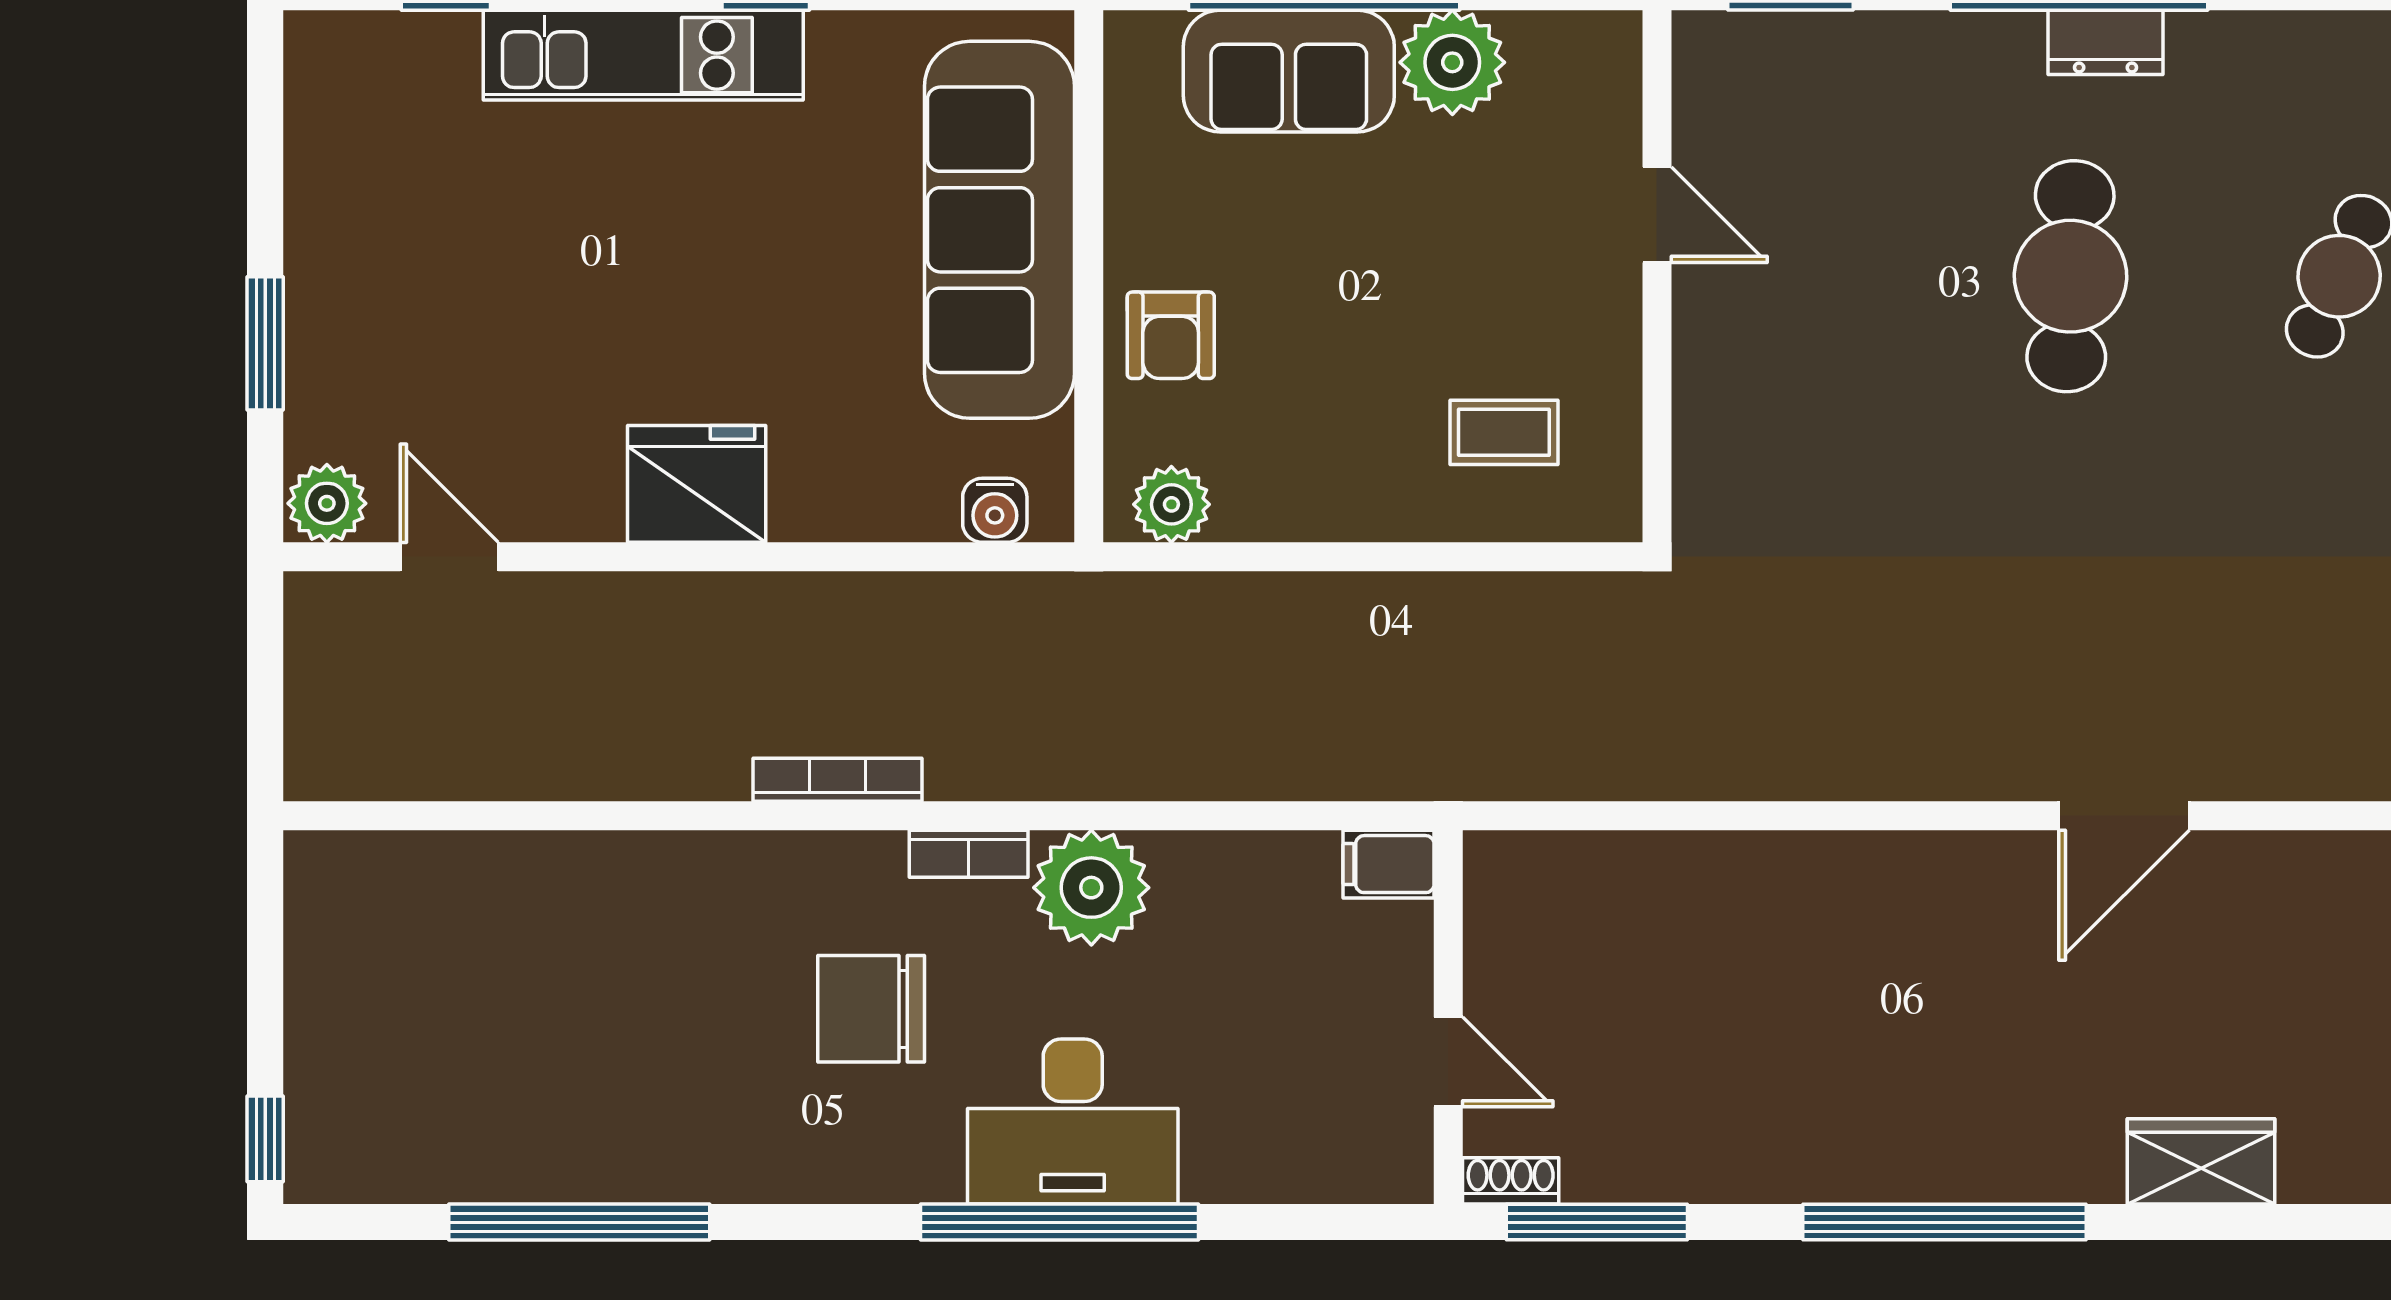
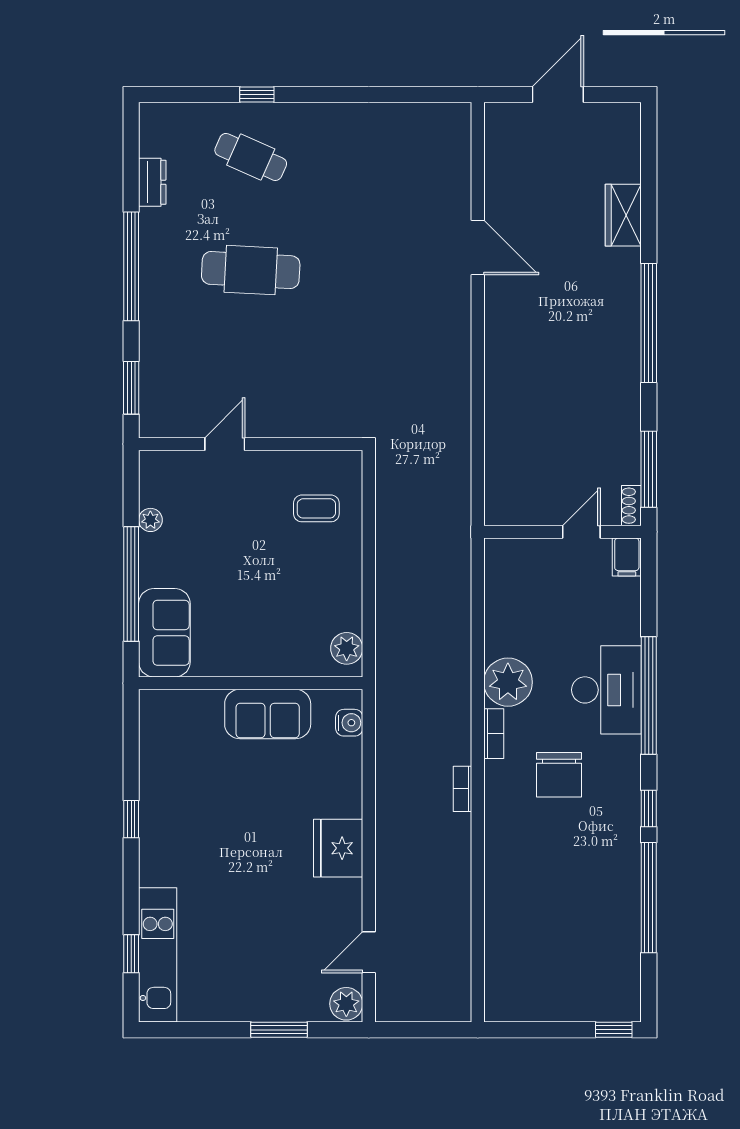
dresser: (2105, 42) -> (152, 182), moved
kitchen unit: (643, 55) -> (158, 955), moved
plant: (1452, 62) -> (150, 520), width x0.53, depth x0.53
sofa: (1289, 71) -> (164, 633), moved
sofa: (999, 230) -> (268, 714), width x0.54, depth x0.79
armchair: (1171, 335) -> (276, 649), removed
coffee table: (1504, 432) -> (316, 508), turned 90
bookcase: (838, 780) -> (463, 789), width x0.64
filing cabinet: (1389, 864) -> (627, 557), moved
window: (791, 1222) -> (649, 809), added

